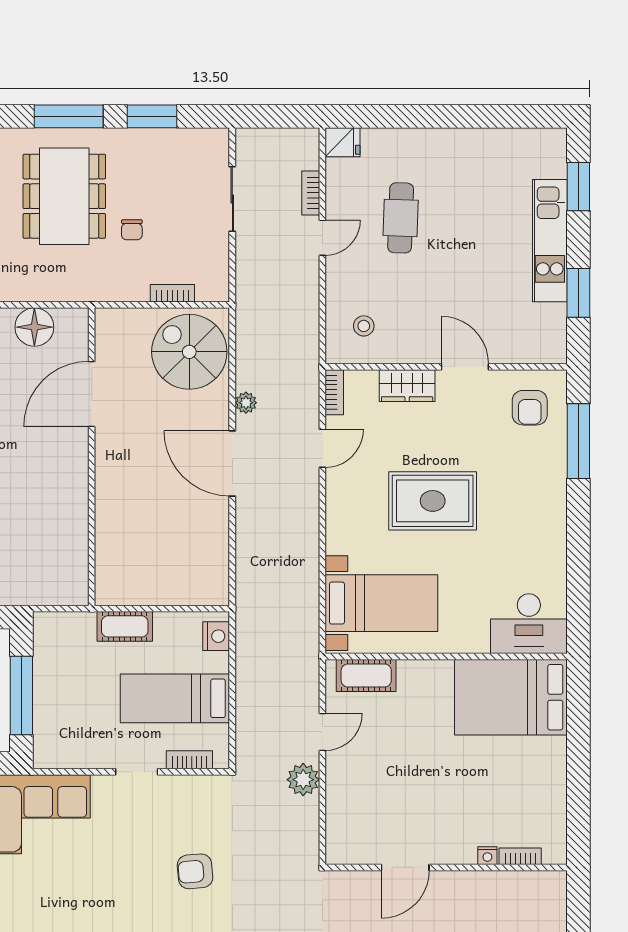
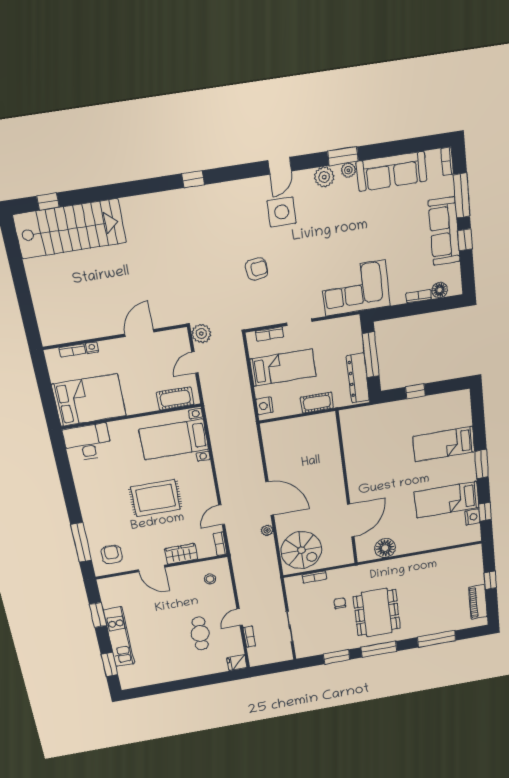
dresser: (48, 658) -> (358, 378), added
nightstand: (487, 856) -> (92, 348), moved
bookcase: (520, 856) -> (72, 350), moved
door: (405, 867) -> (139, 333), moved
wall: (446, 867) -> (115, 337), moved

